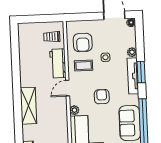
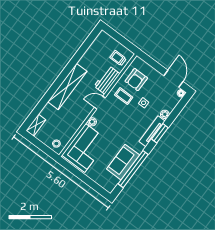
armchair: (102, 97) -> (119, 128), removed
shelving: (28, 106) -> (67, 87), width x1.47

